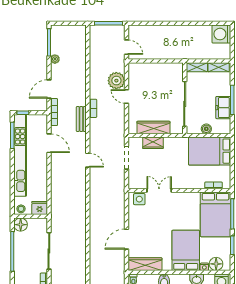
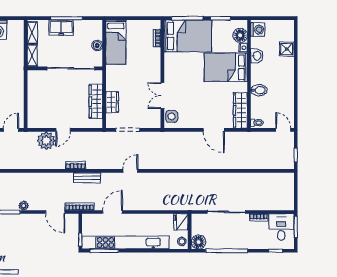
freezer: (223, 108) -> (61, 28), moved
bed: (210, 151) -> (116, 42), width x0.67

